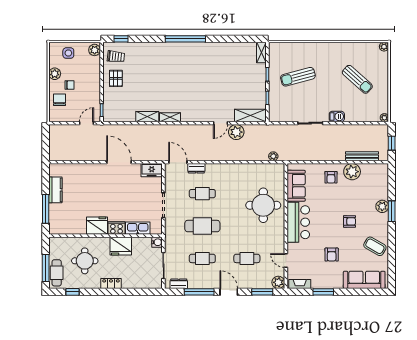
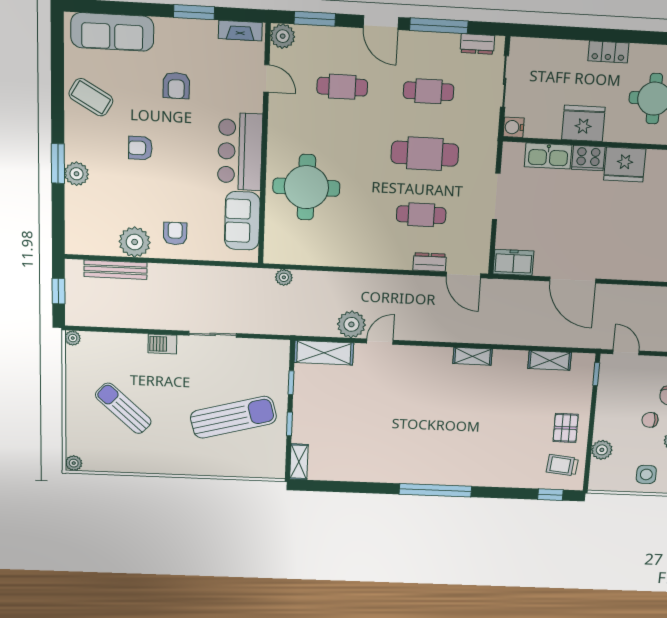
plant: (95, 50) -> (602, 450), moved
sun lounger: (298, 77) -> (233, 417), width x1.36, depth x1.34
shelving: (147, 117) -> (550, 360), moved
door: (86, 123) -> (626, 352), swing flipped
armchair: (332, 255) -> (176, 85), turned 180

